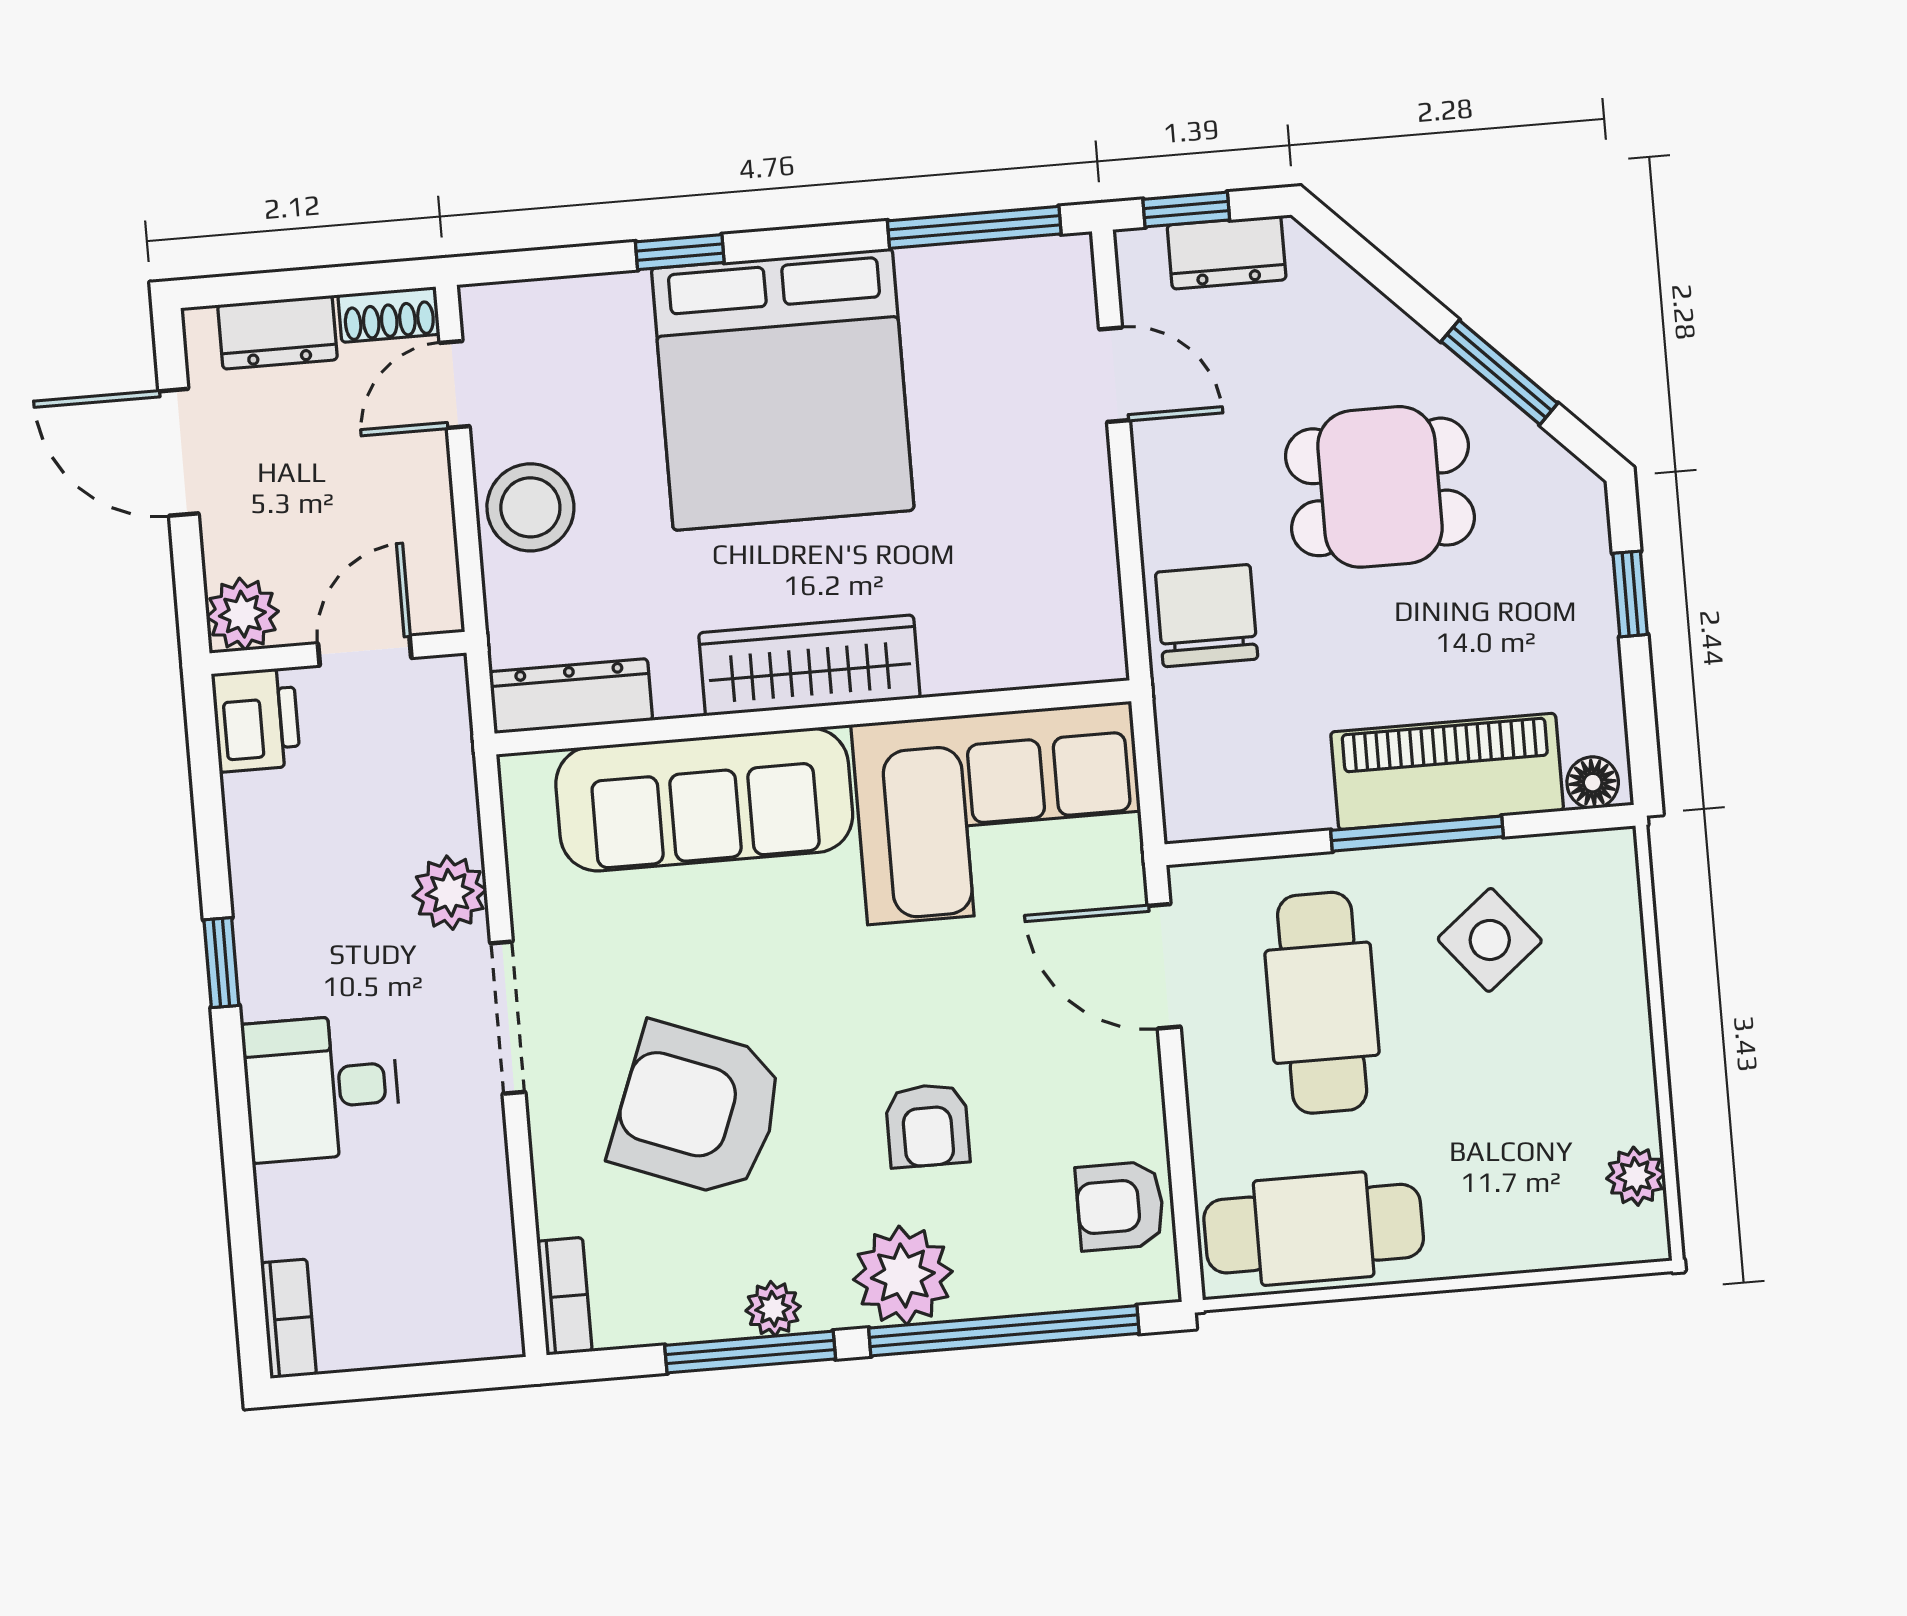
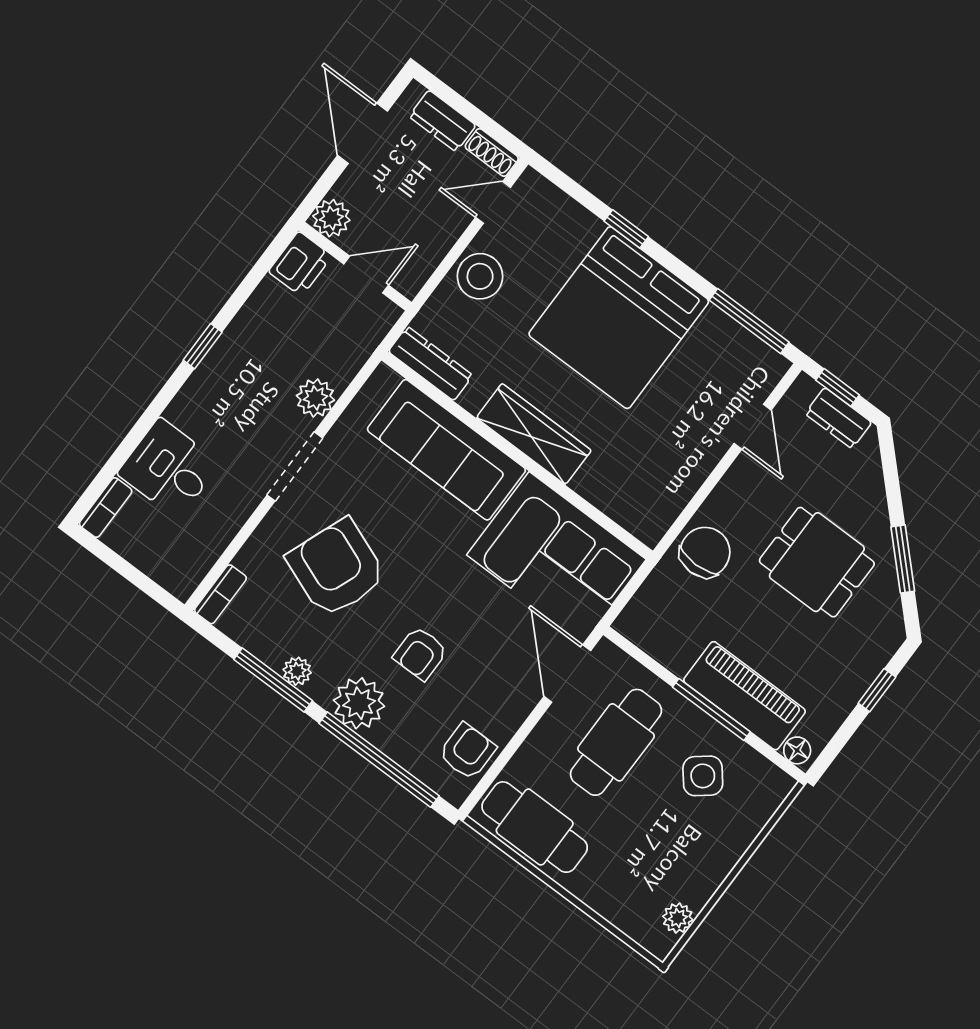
desk: (321, 1088) -> (169, 468), moved
armchair: (1120, 1206) -> (467, 751), turned 90

